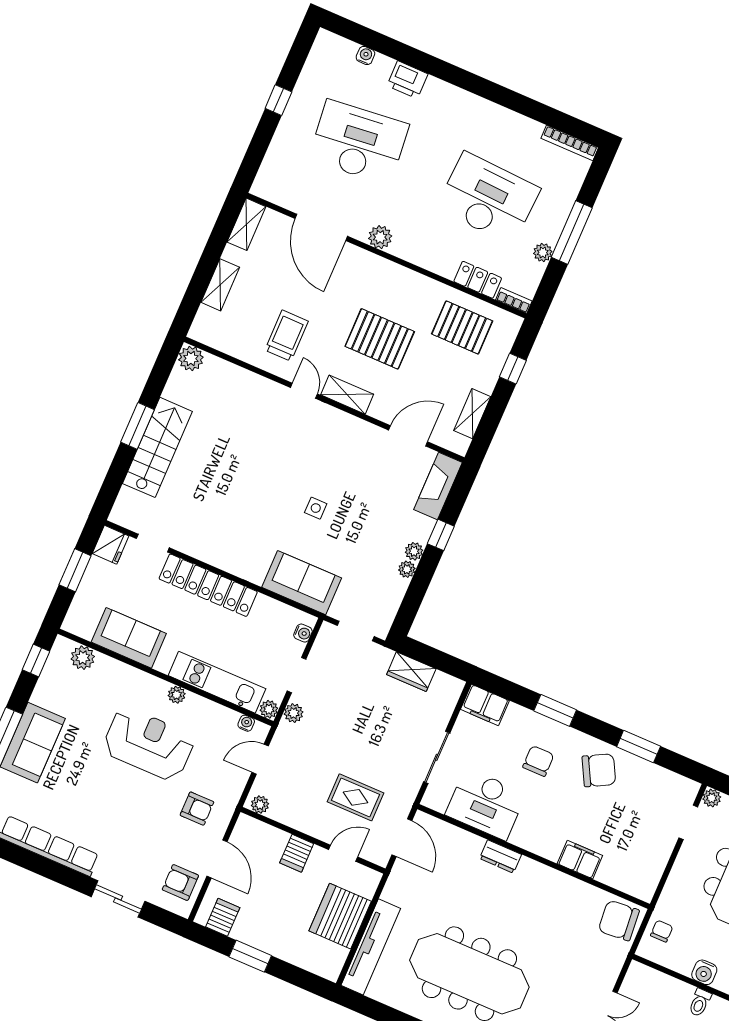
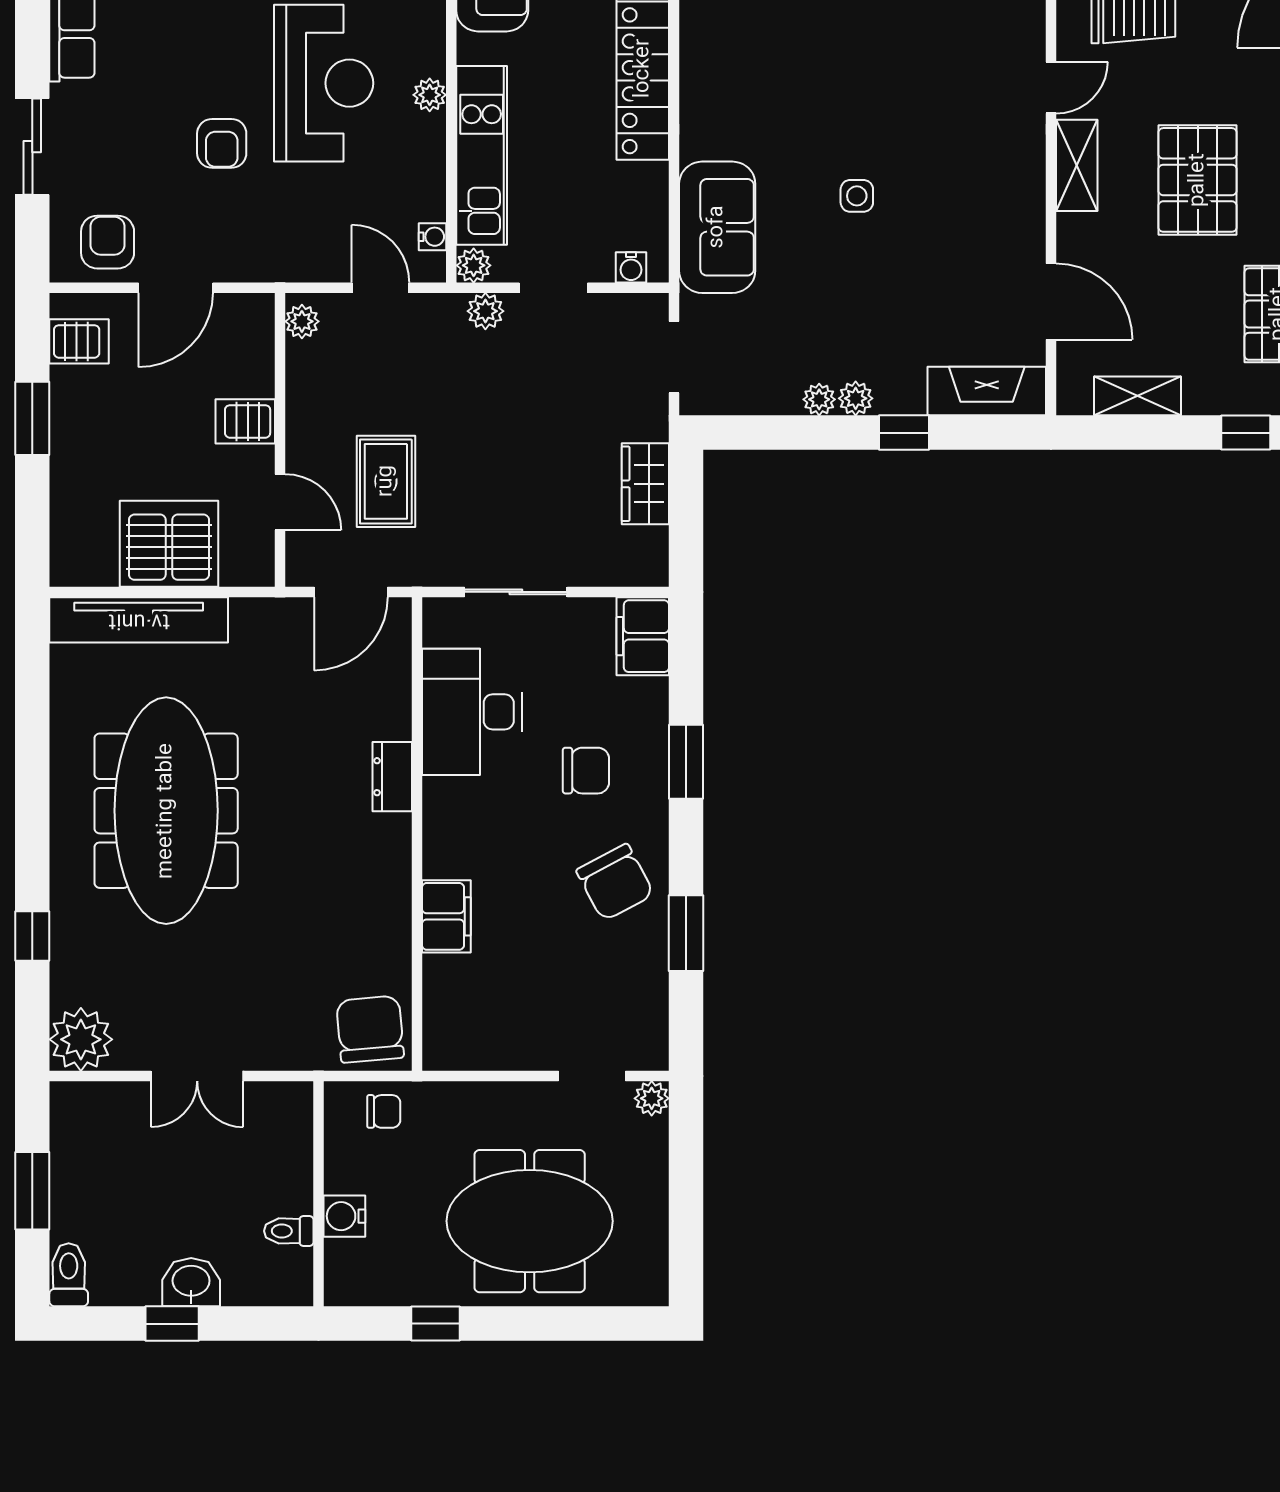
armchair: (197, 809) -> (222, 143), moved

